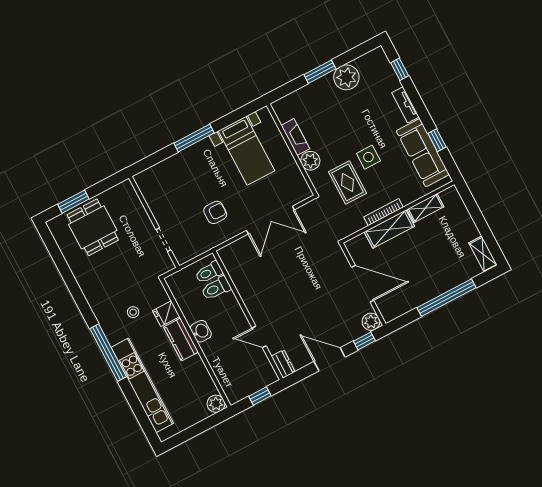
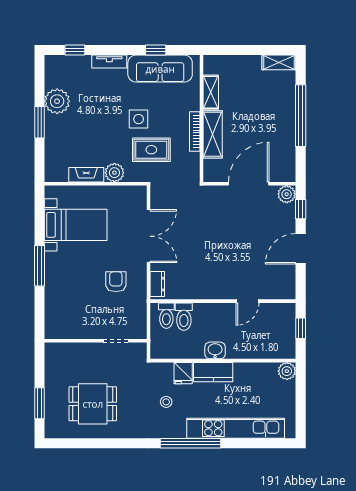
dining table: (93, 227) -> (93, 404), moved
dresser: (283, 364) -> (157, 284), moved, turned 90

